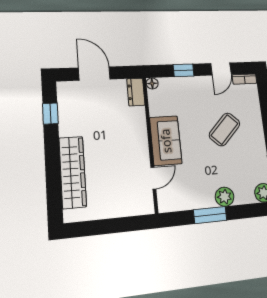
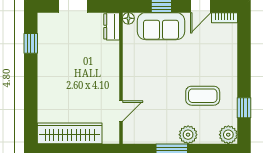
coffee table: (225, 129) -> (203, 96), moved, turned 46
sofa: (166, 141) -> (161, 26), moved, turned 90
wardrobe: (73, 172) -> (70, 133), moved, turned -90

